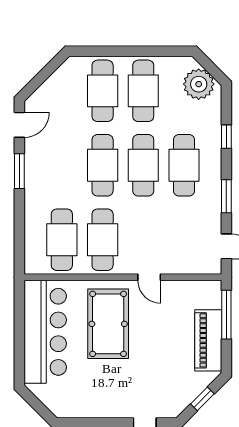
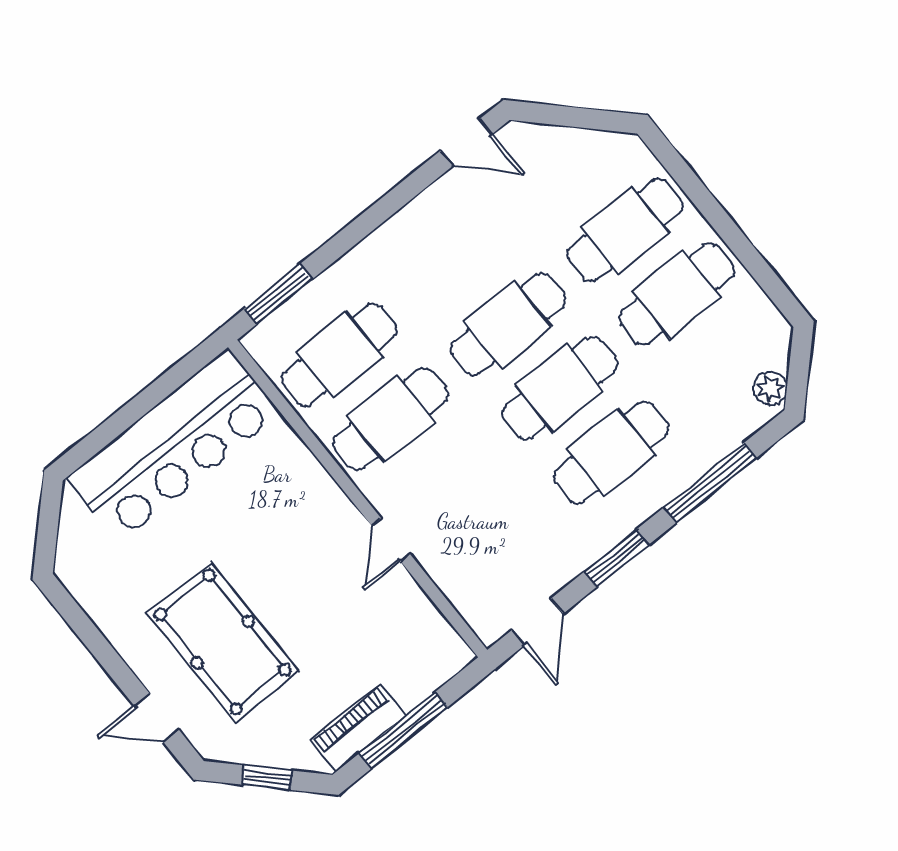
plant: (199, 84) -> (770, 389), width x0.53, depth x0.53
window: (226, 137) -> (710, 483), width x2.17
window: (19, 171) -> (278, 294), moved
window: (226, 315) -> (403, 730), moved
pool table: (108, 324) -> (223, 642), moved, turned 90
piano: (208, 340) -> (358, 728), width x0.73, depth x0.75

